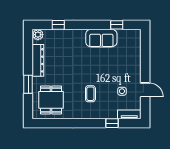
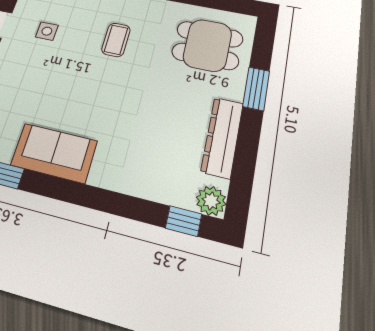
window: (58, 25) -> (184, 221), moved
dining table: (51, 100) -> (207, 45), turned 90

